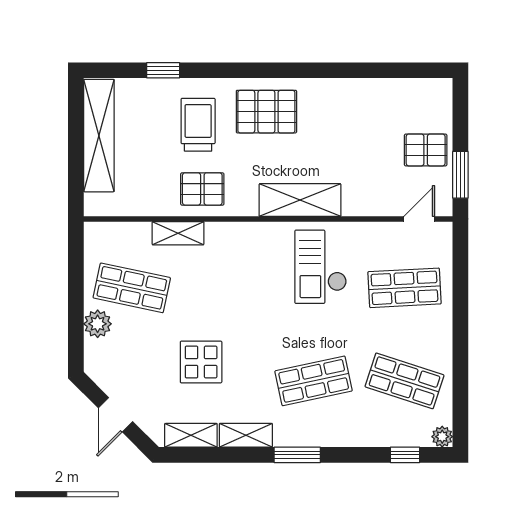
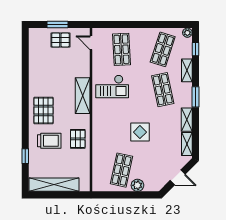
trolley: (198, 125) -> (49, 141), turned 180
pallet: (426, 150) -> (60, 40), turned 90
window: (460, 175) -> (58, 25), moved
shelving: (178, 233) -> (187, 70), moved
display table: (201, 362) -> (140, 132), moved

